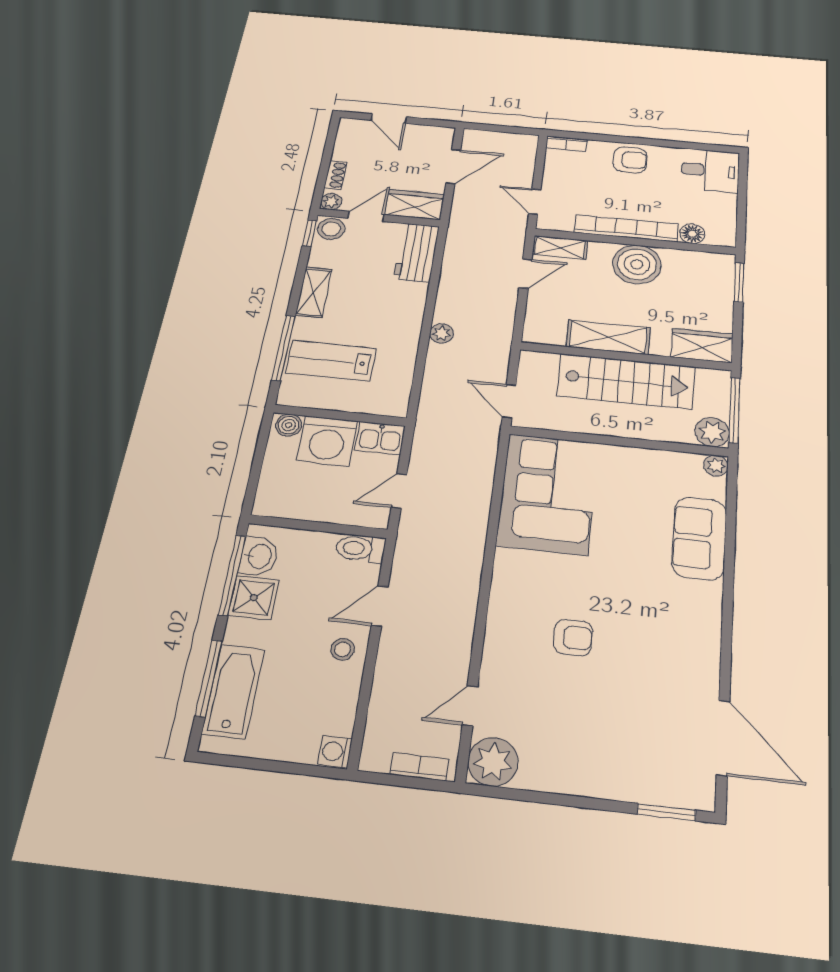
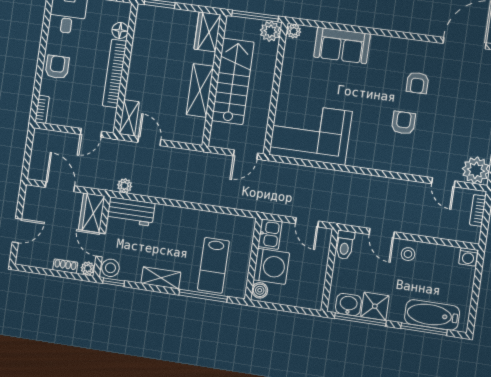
boiler: (637, 264) -> (144, 68), removed
plant: (442, 333) -> (125, 186), moved
armchair: (645, 659) -> (417, 83), added

